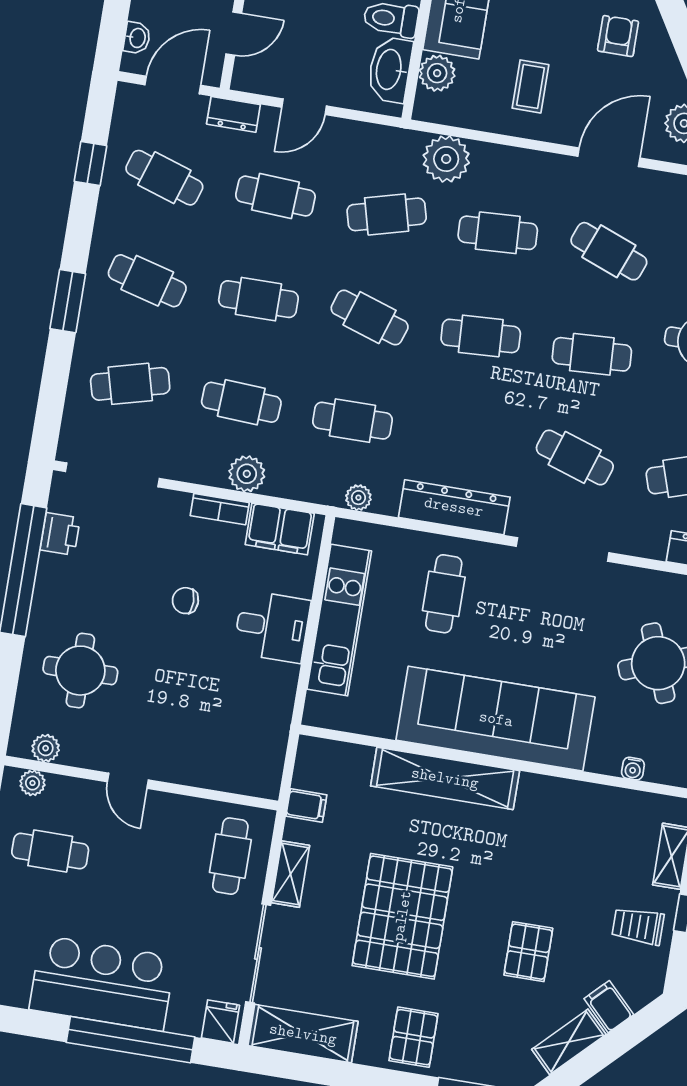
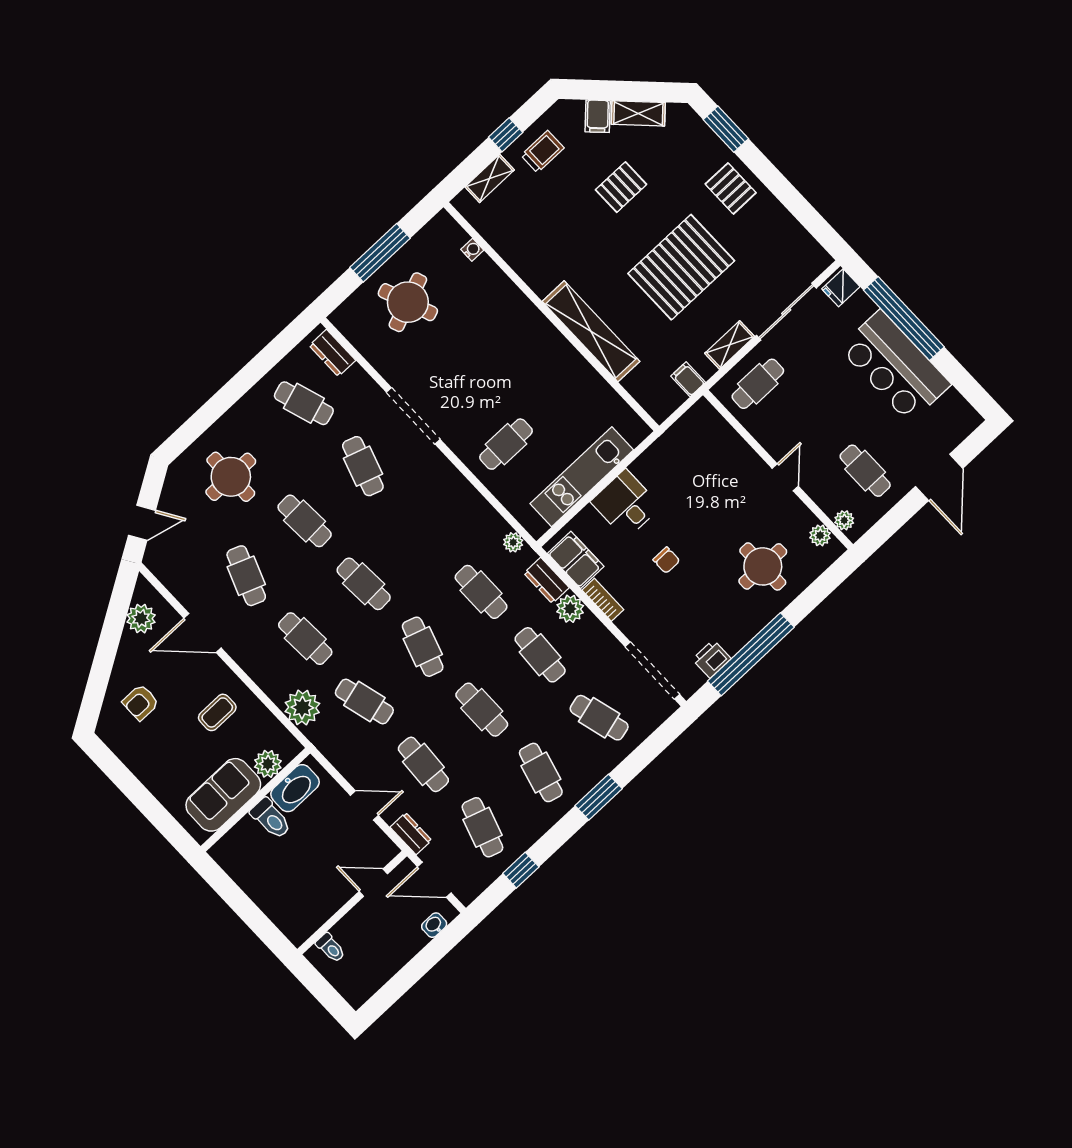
dresser: (454, 507) -> (546, 580), moved, width x0.51, depth x0.80
sofa: (496, 719) -> (533, 344), removed
trolley: (638, 926) -> (542, 152), turned -90
shelving: (303, 1034) -> (796, 242), removed
pallet: (413, 1037) -> (731, 188), turned 90

